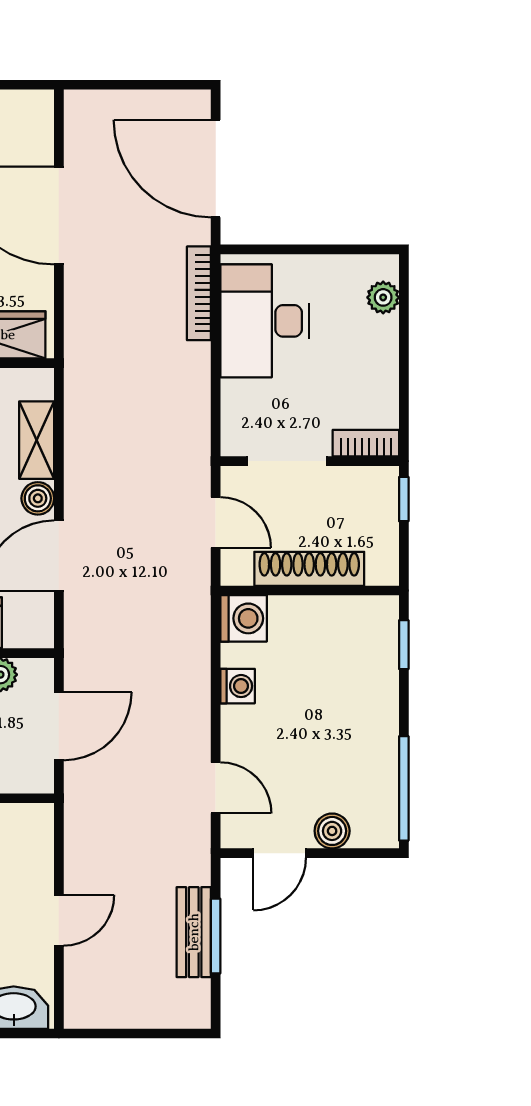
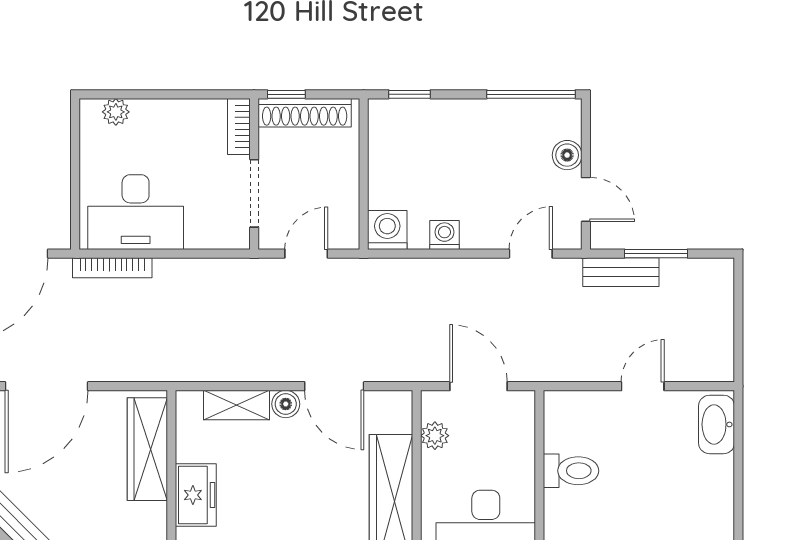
shoe rack: (309, 569) -> (305, 113), moved, turned -90
door: (59, 920) -> (643, 386), hinge flipped
bench: (194, 932) -> (621, 272), moved

